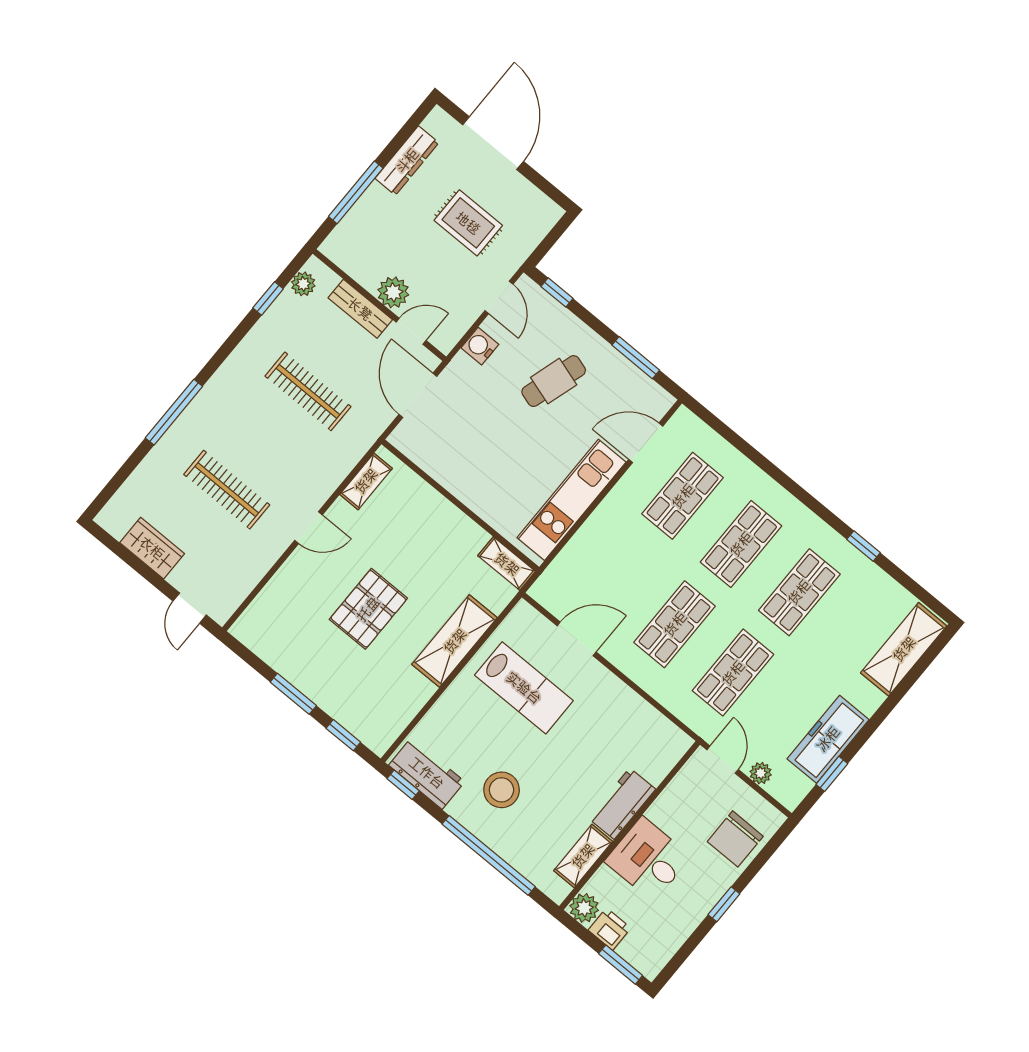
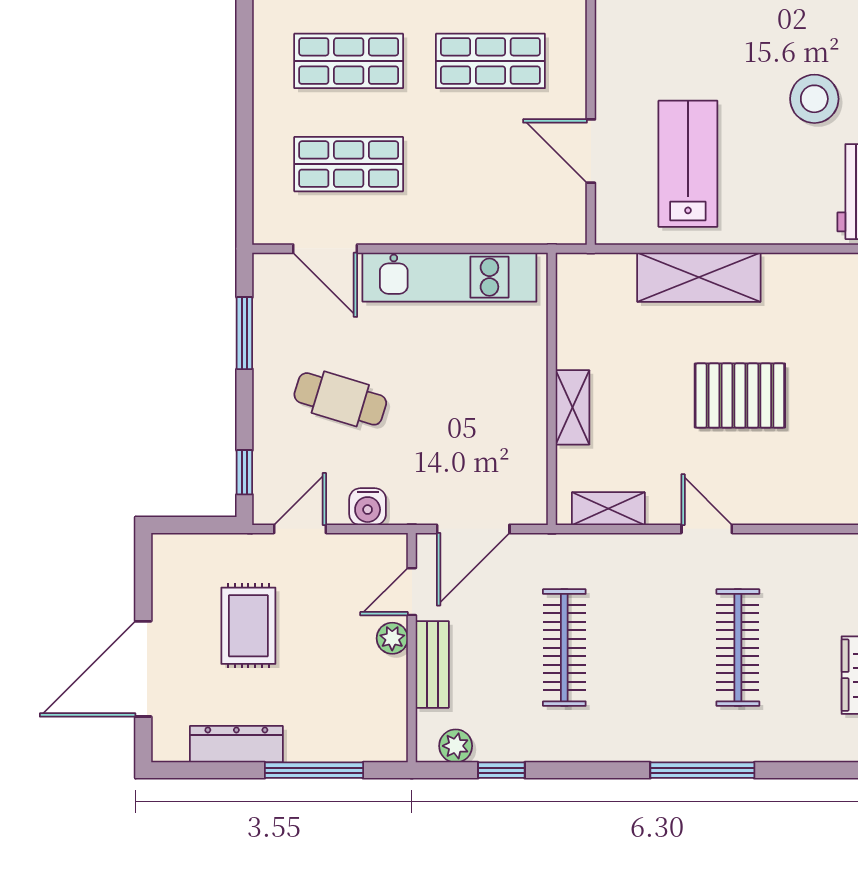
plant: (393, 292) -> (392, 638), width x0.73, depth x0.73
door: (411, 331) -> (412, 592), hinge flipped
shelving: (507, 564) -> (573, 407), moved

